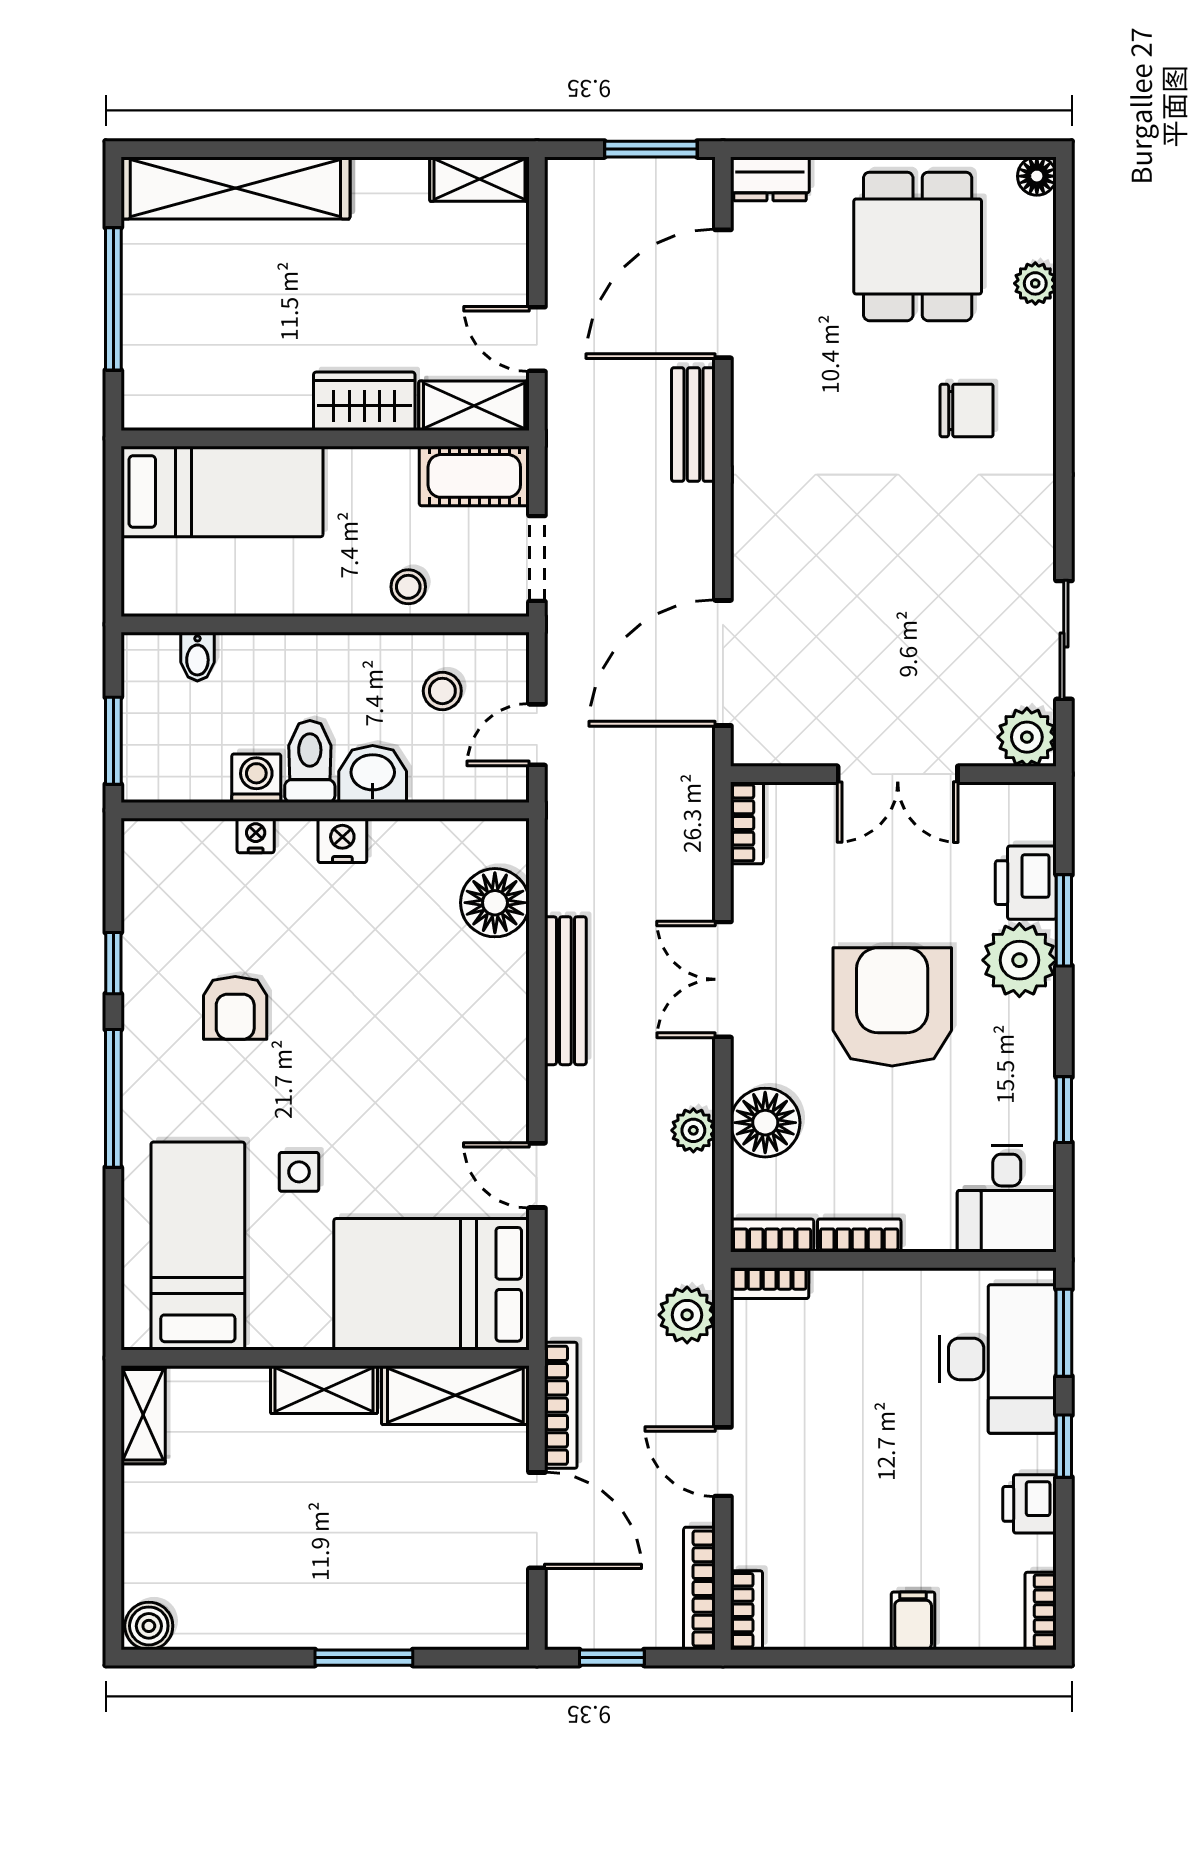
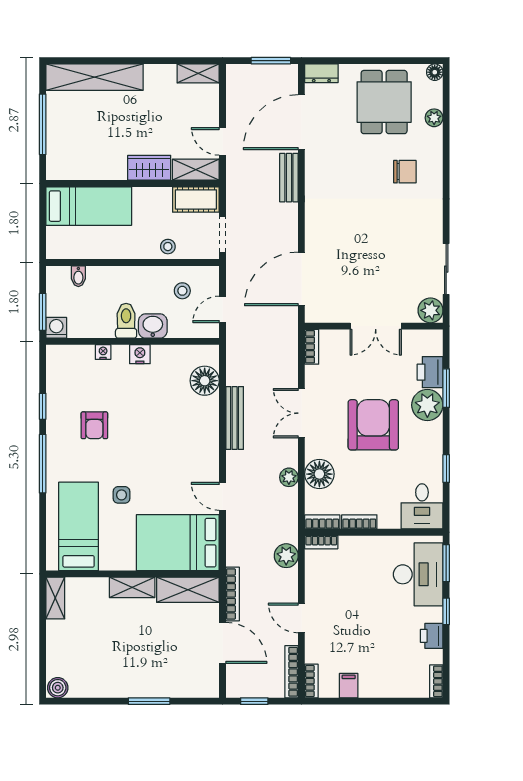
washing machine: (256, 778) -> (56, 328), moved
filing cabinet: (913, 1621) -> (349, 686), moved

